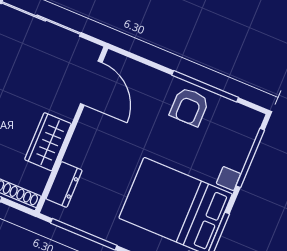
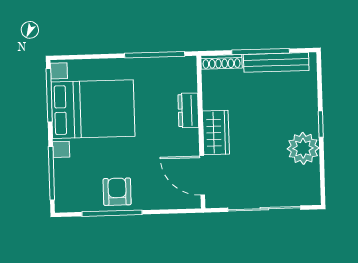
wardrobe: (48, 142) -> (216, 133), moved
dresser: (64, 184) -> (188, 110), moved

